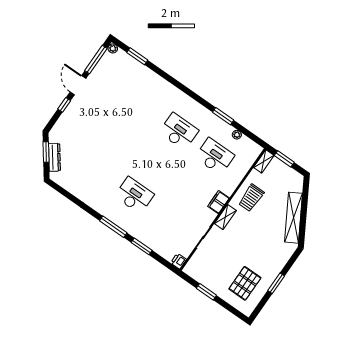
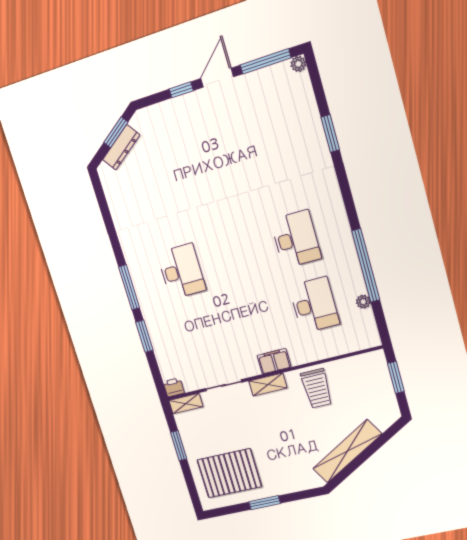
window: (137, 56) -> (330, 134), moved
window: (223, 116) -> (366, 265), width x2.11
shelving: (264, 161) -> (186, 404), moved
trolley: (251, 198) -> (317, 388), turned -90
pallet: (245, 283) -> (229, 473), width x1.37, depth x1.41

